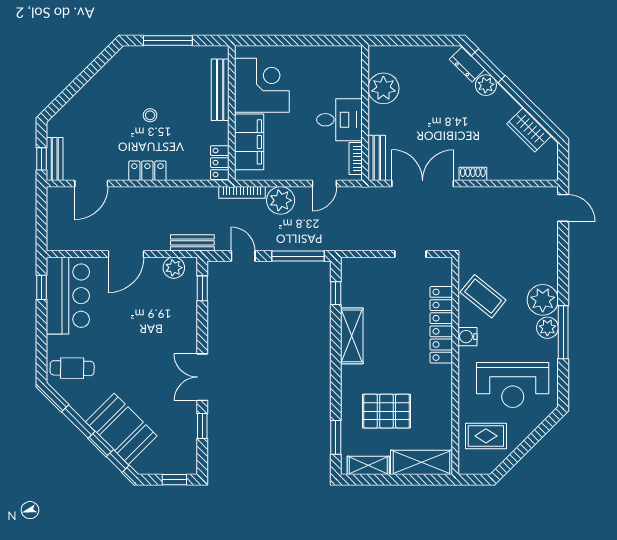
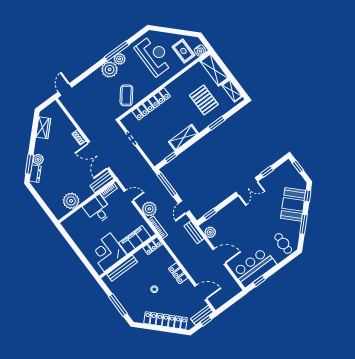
locker: (89, 97) -> (166, 321), added
water cooler: (467, 337) -> (200, 51), moved
window: (336, 437) -> (217, 123), moved

